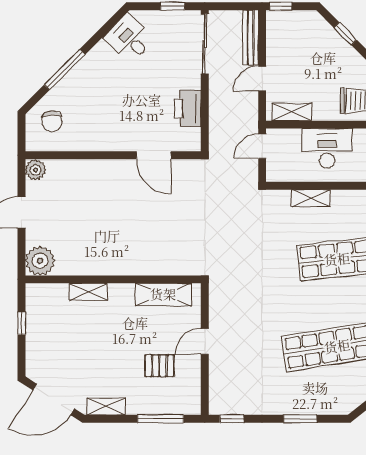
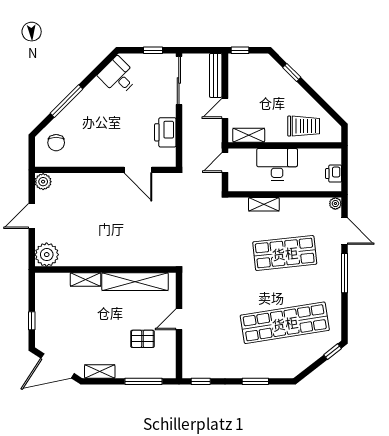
shelving: (163, 294) -> (135, 282), width x1.47
window: (21, 323) -> (32, 321), moved

